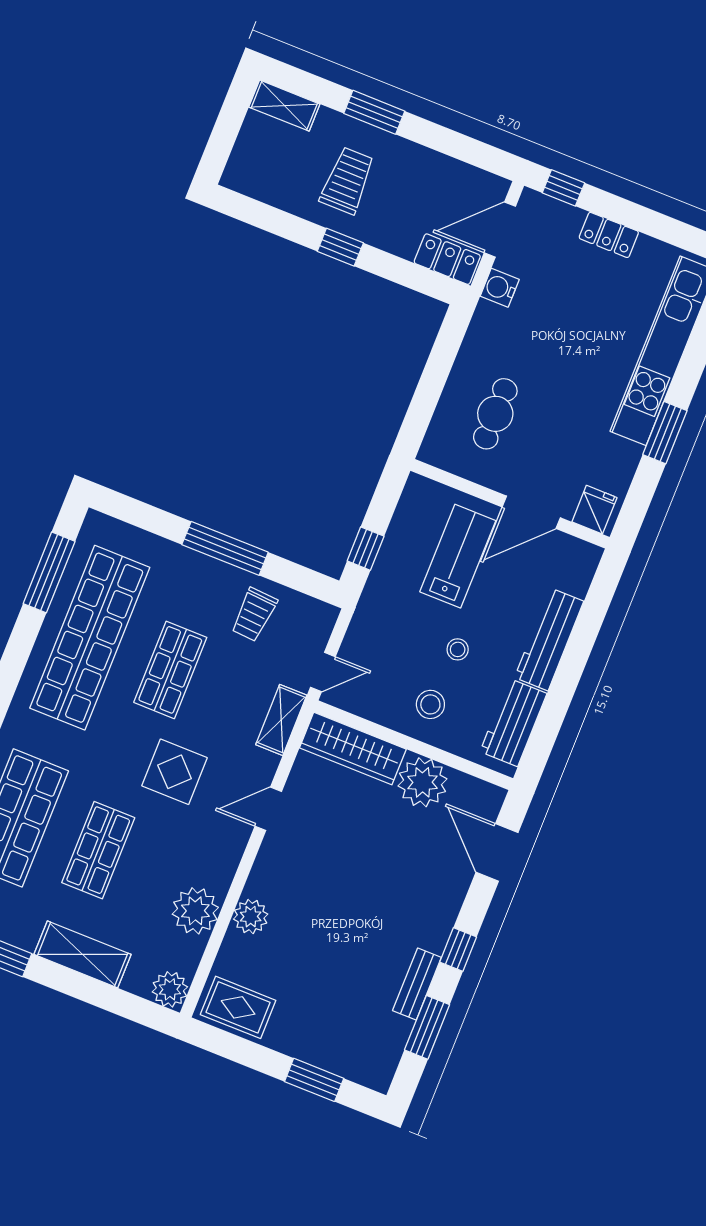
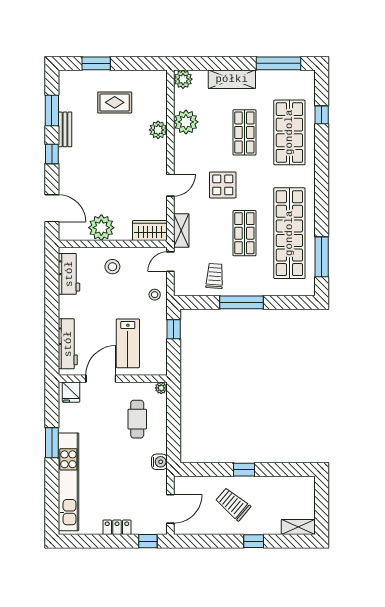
window: (374, 112) -> (254, 541), width x0.67
trolley: (347, 181) -> (233, 504), moved, turned 130
locker: (447, 259) -> (190, 484), removed
water cooler: (500, 288) -> (159, 462), moved
plant: (430, 453) -> (161, 388), added
workbench: (549, 639) -> (68, 344), moved
stool: (458, 649) -> (155, 295), moved
wardrobe: (353, 748) -> (150, 230), width x0.67
rug: (238, 1007) -> (115, 102), moved

